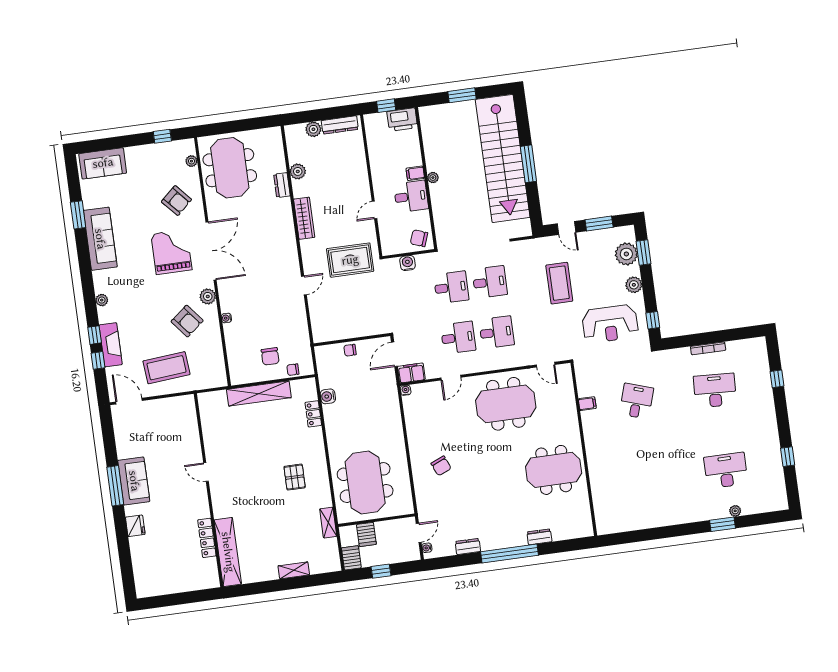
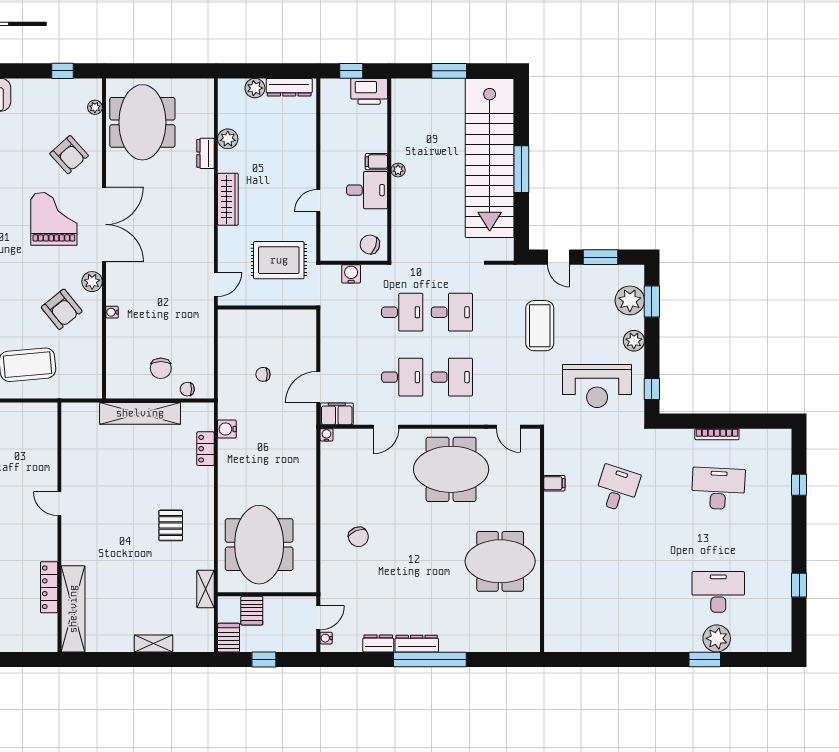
wall: (352, 340) -> (267, 307), moved
plant: (735, 511) -> (717, 638), width x1.87, depth x1.87
dresser: (539, 537) -> (417, 644), moved, width x1.44

